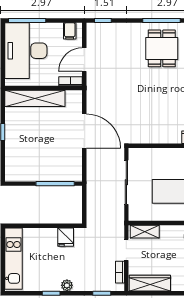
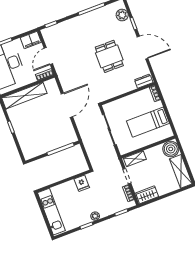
filing cabinet: (70, 31) -> (31, 40), width x2.00
dining table: (162, 48) -> (109, 56), moved
door: (84, 131) -> (67, 105), hinge flipped
wardrobe: (150, 283) -> (147, 195), width x0.67

